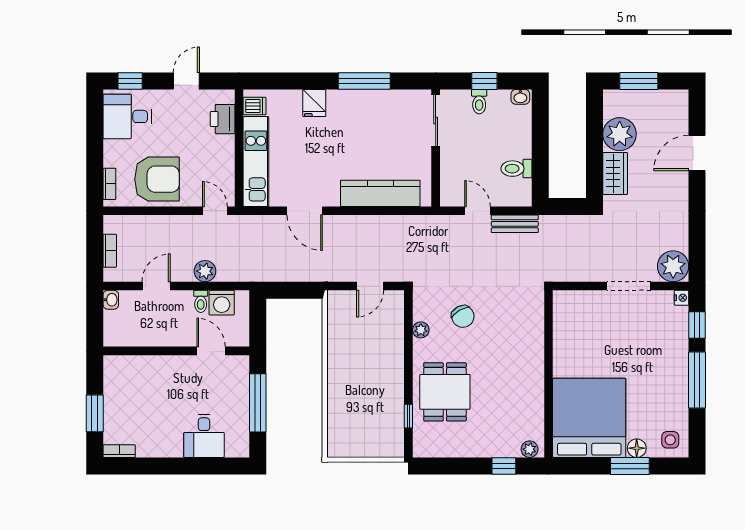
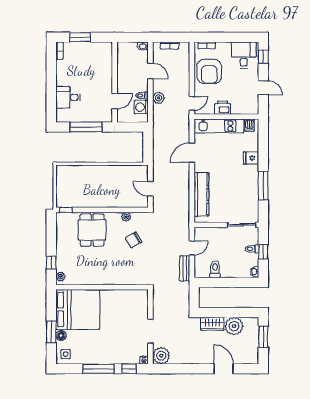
printer: (223, 119) -> (223, 108), moved
dining table: (445, 392) -> (92, 230), turned 90
window: (408, 416) -> (66, 210), moved

